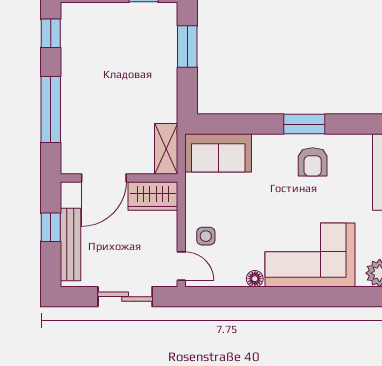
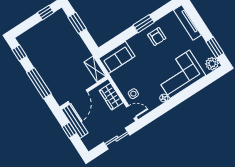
wardrobe: (153, 196) -> (111, 97), moved, turned 90
bench: (70, 244) -> (75, 121), moved

